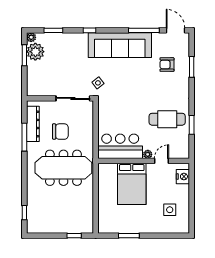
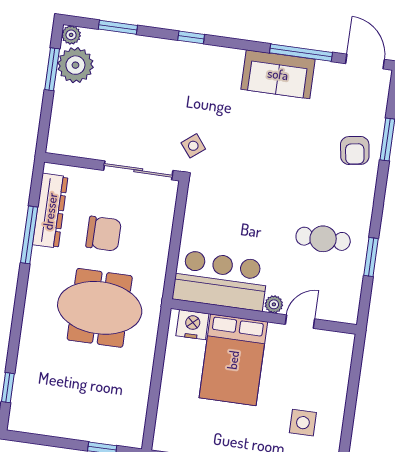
sofa: (120, 45) -> (278, 74), width x0.54, depth x0.79
armchair: (167, 65) -> (355, 150), moved, turned -99
cafe table: (167, 119) -> (323, 239), width x0.73, depth x0.74
meeting table: (63, 168) -> (100, 308), width x0.73
nightstand: (183, 177) -> (192, 325), moved, turned -90

